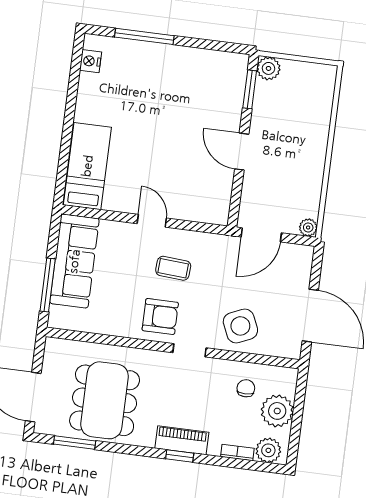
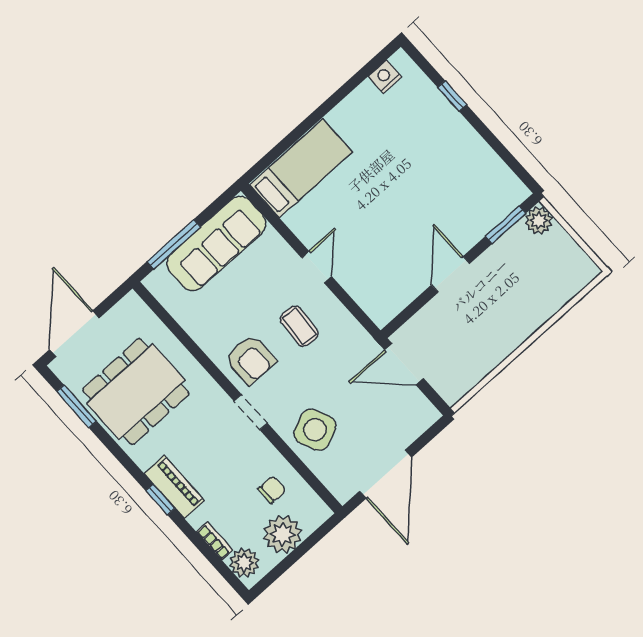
window: (144, 36) -> (452, 96), width x0.46
plant: (308, 227) -> (452, 394), removed

